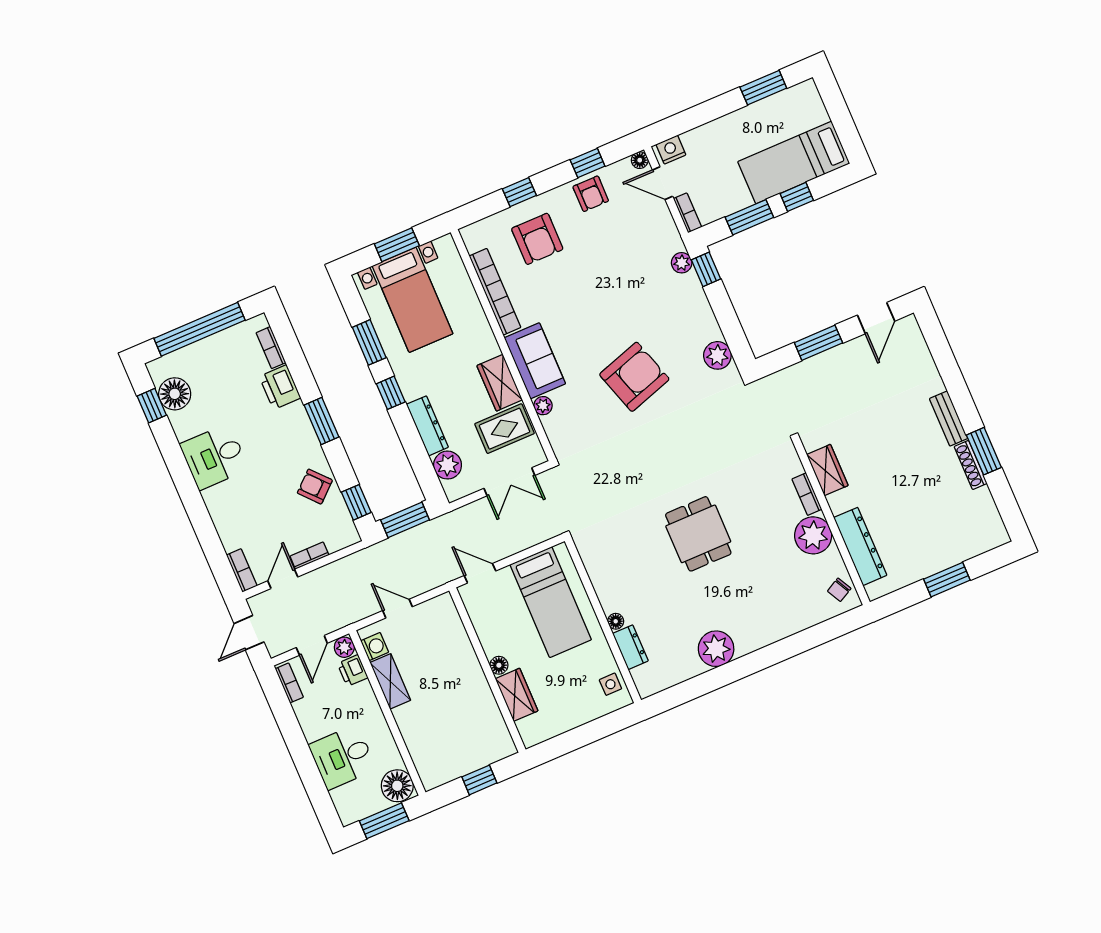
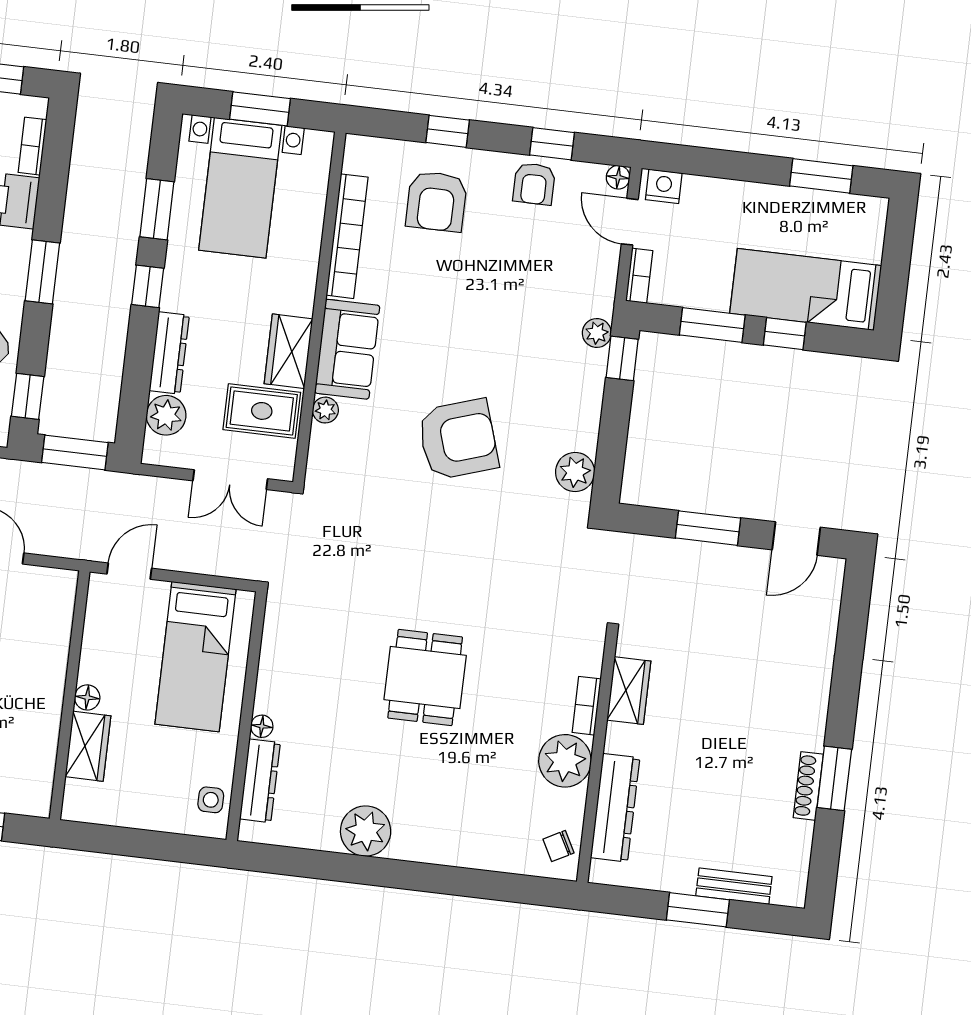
bench: (949, 419) -> (734, 886), moved, turned 90
door: (480, 573) -> (129, 571), hinge flipped
dresser: (630, 647) -> (260, 781), width x1.44

